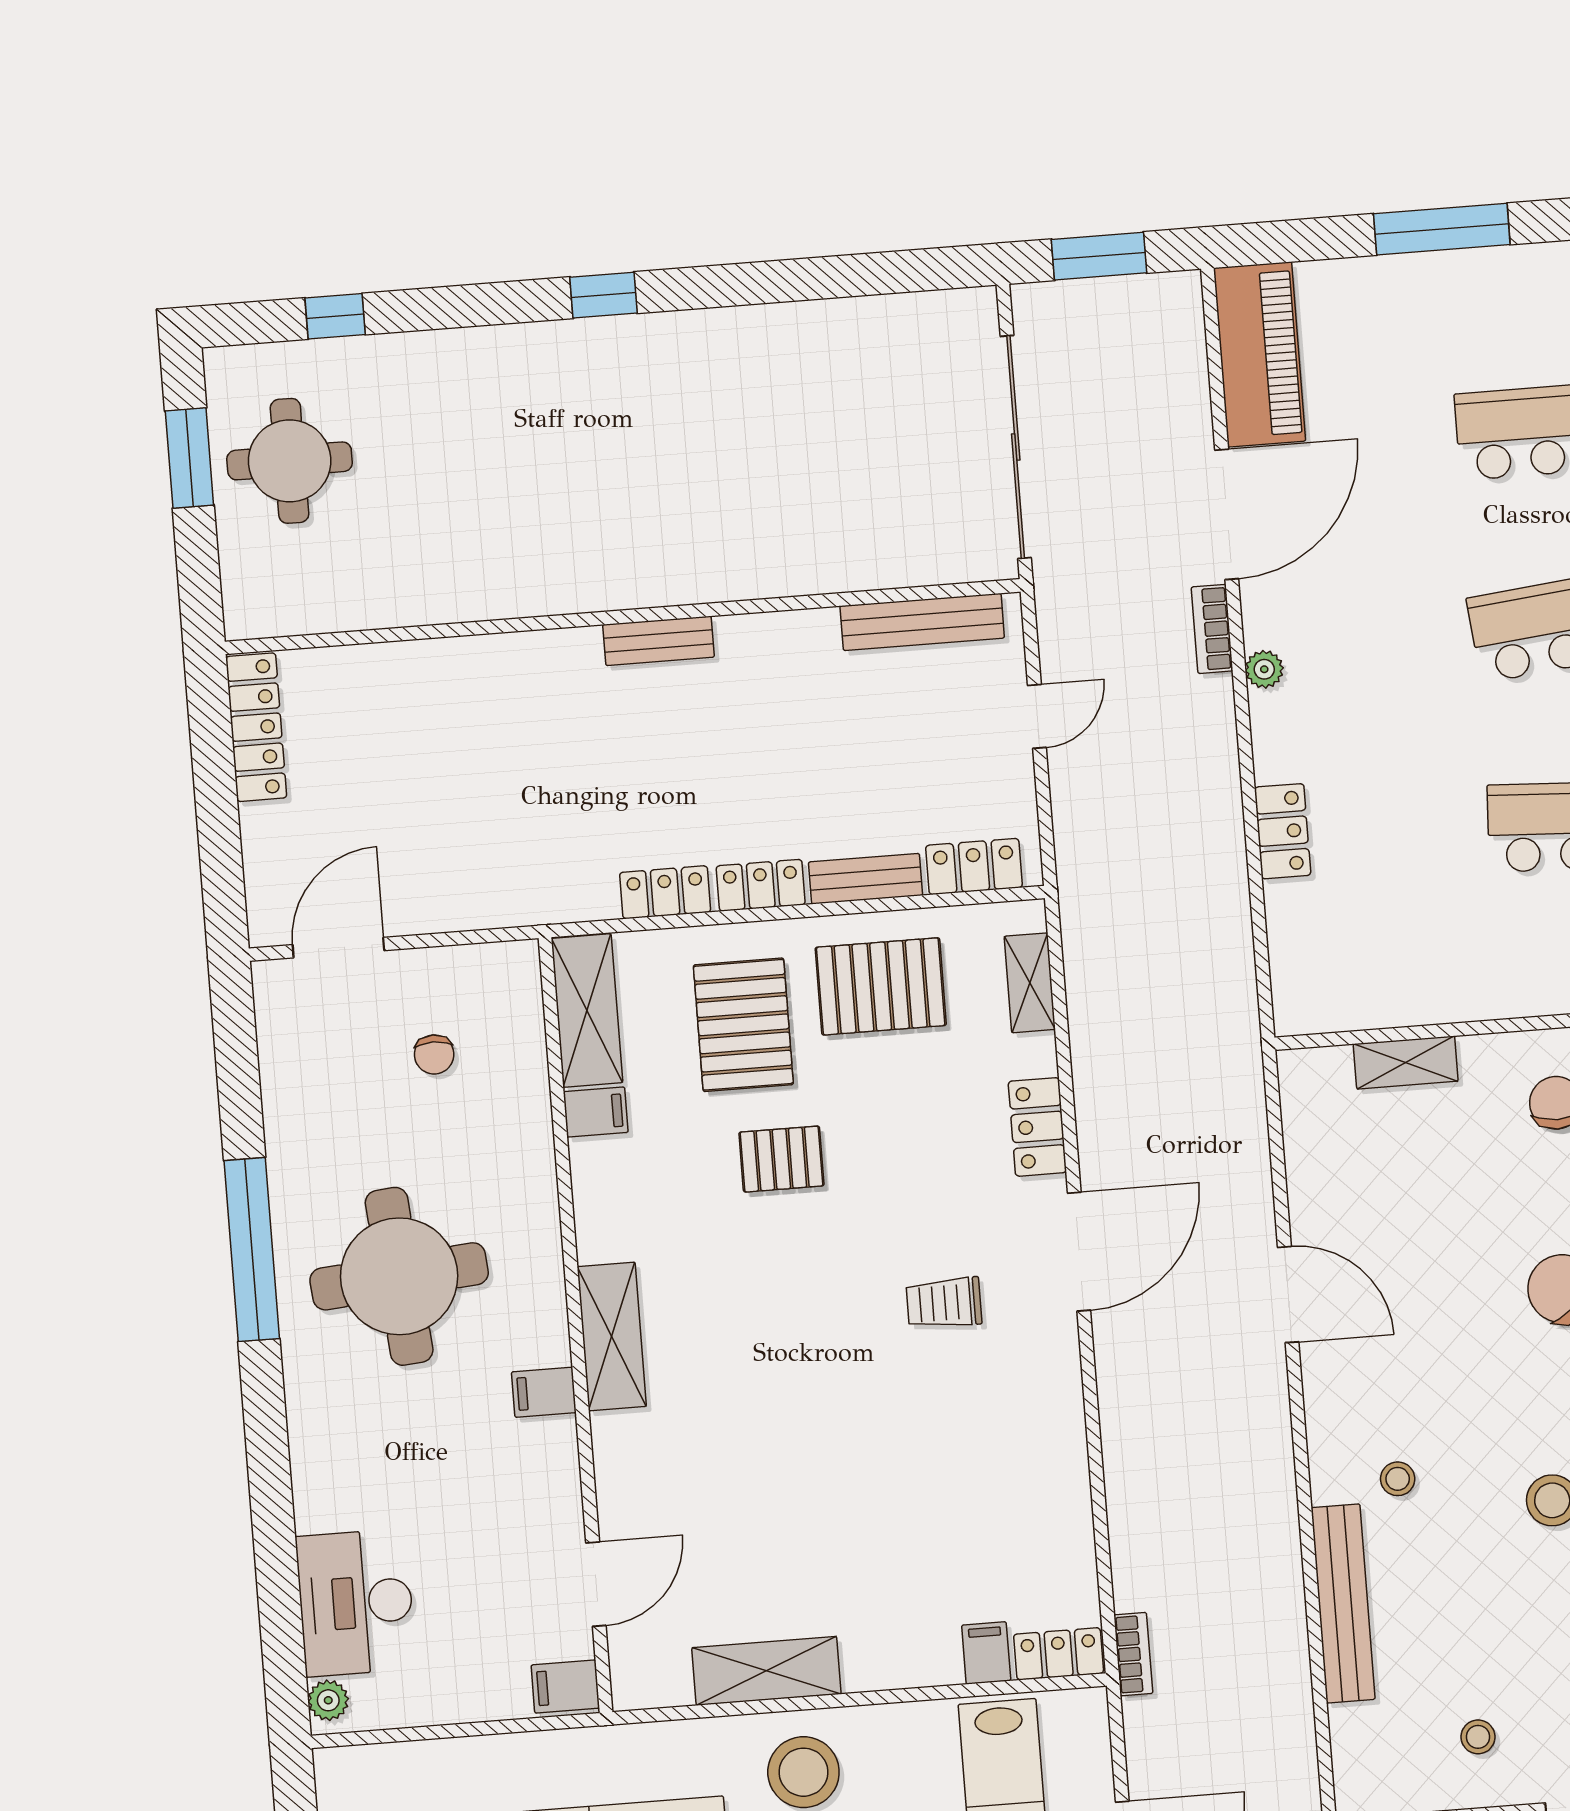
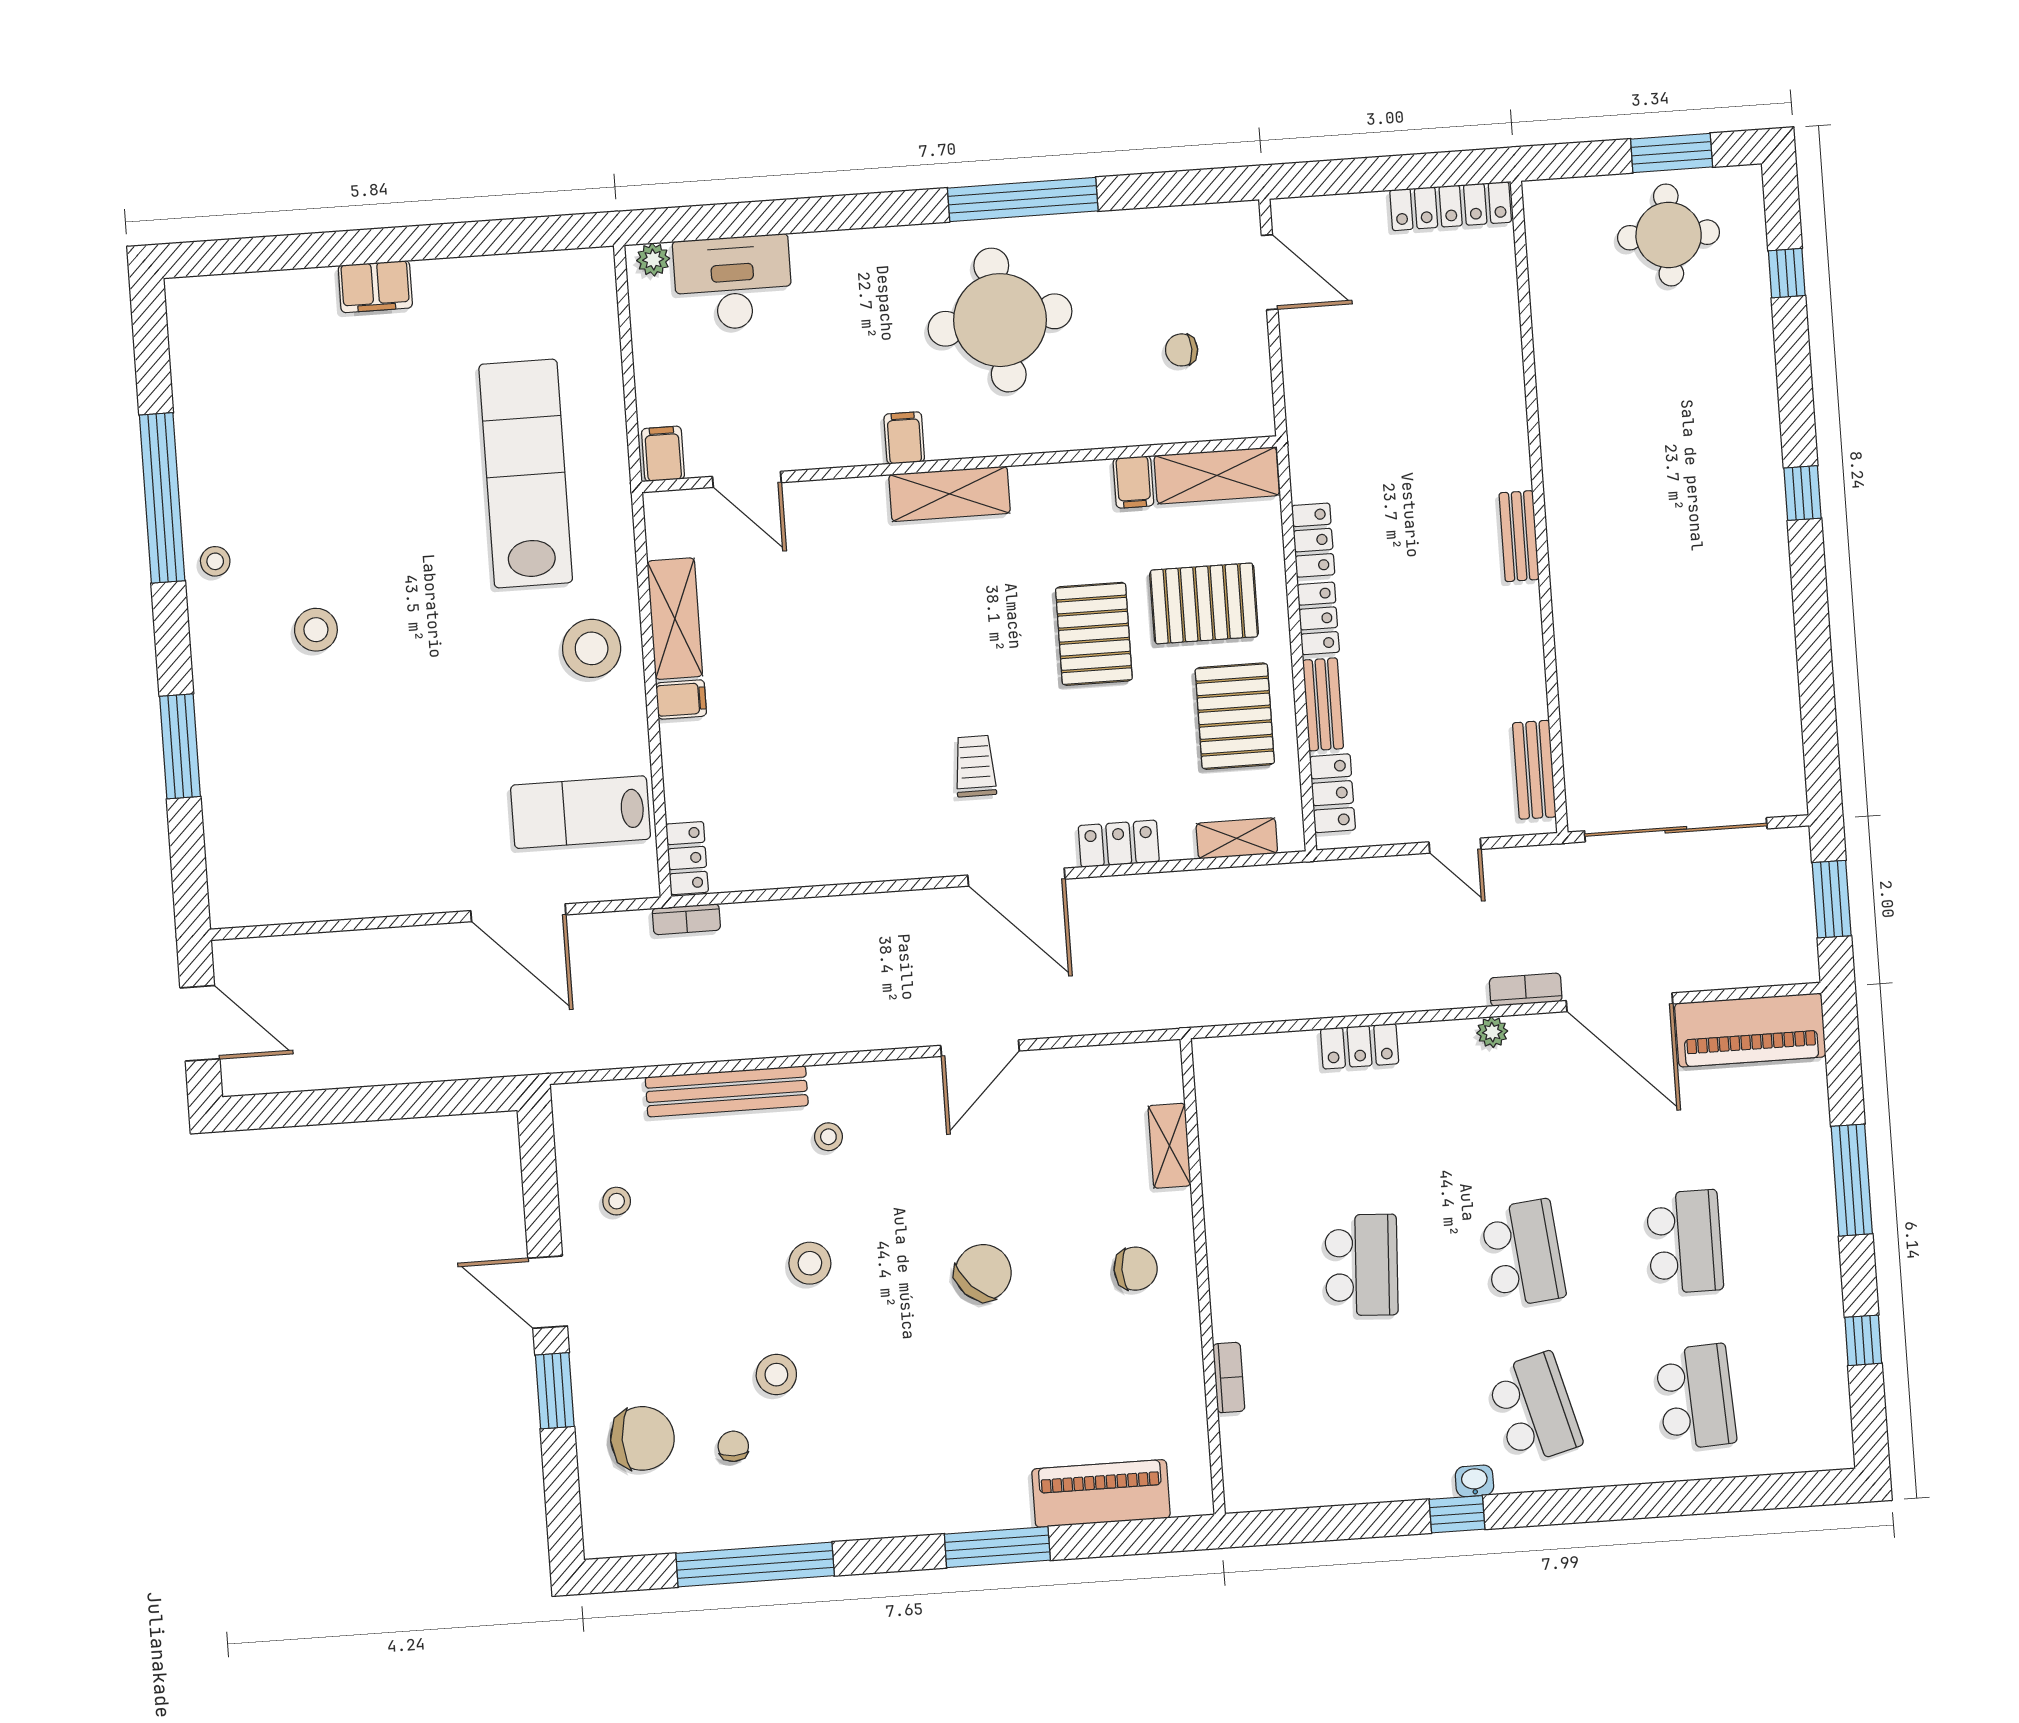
bench: (922, 622) -> (1534, 770), width x0.73
pallet: (781, 1159) -> (1094, 634), width x1.50, depth x1.42
filing cabinet: (986, 1653) -> (681, 699), moved

